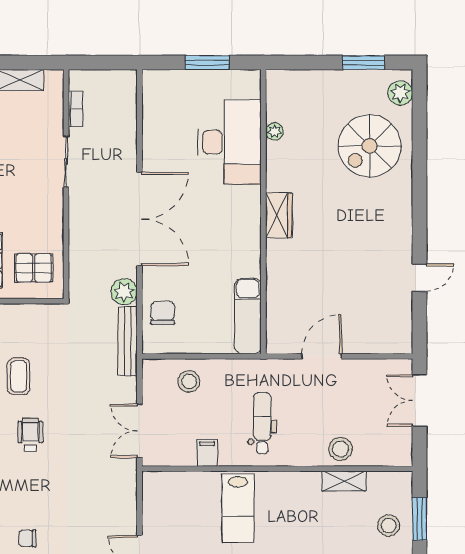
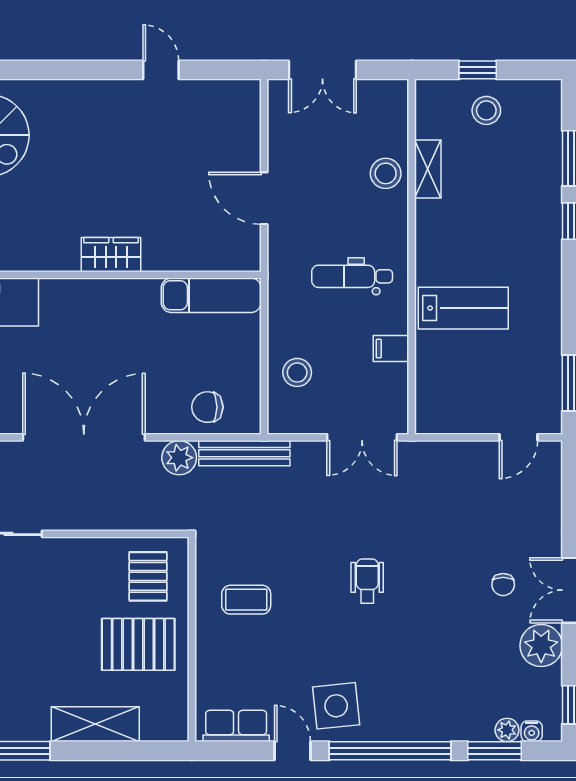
wardrobe: (279, 215) -> (111, 255), moved
coffee table: (19, 376) -> (246, 600), moved
wheelchair: (30, 435) -> (367, 581), turned 90
window: (419, 519) -> (478, 70), width x0.67

